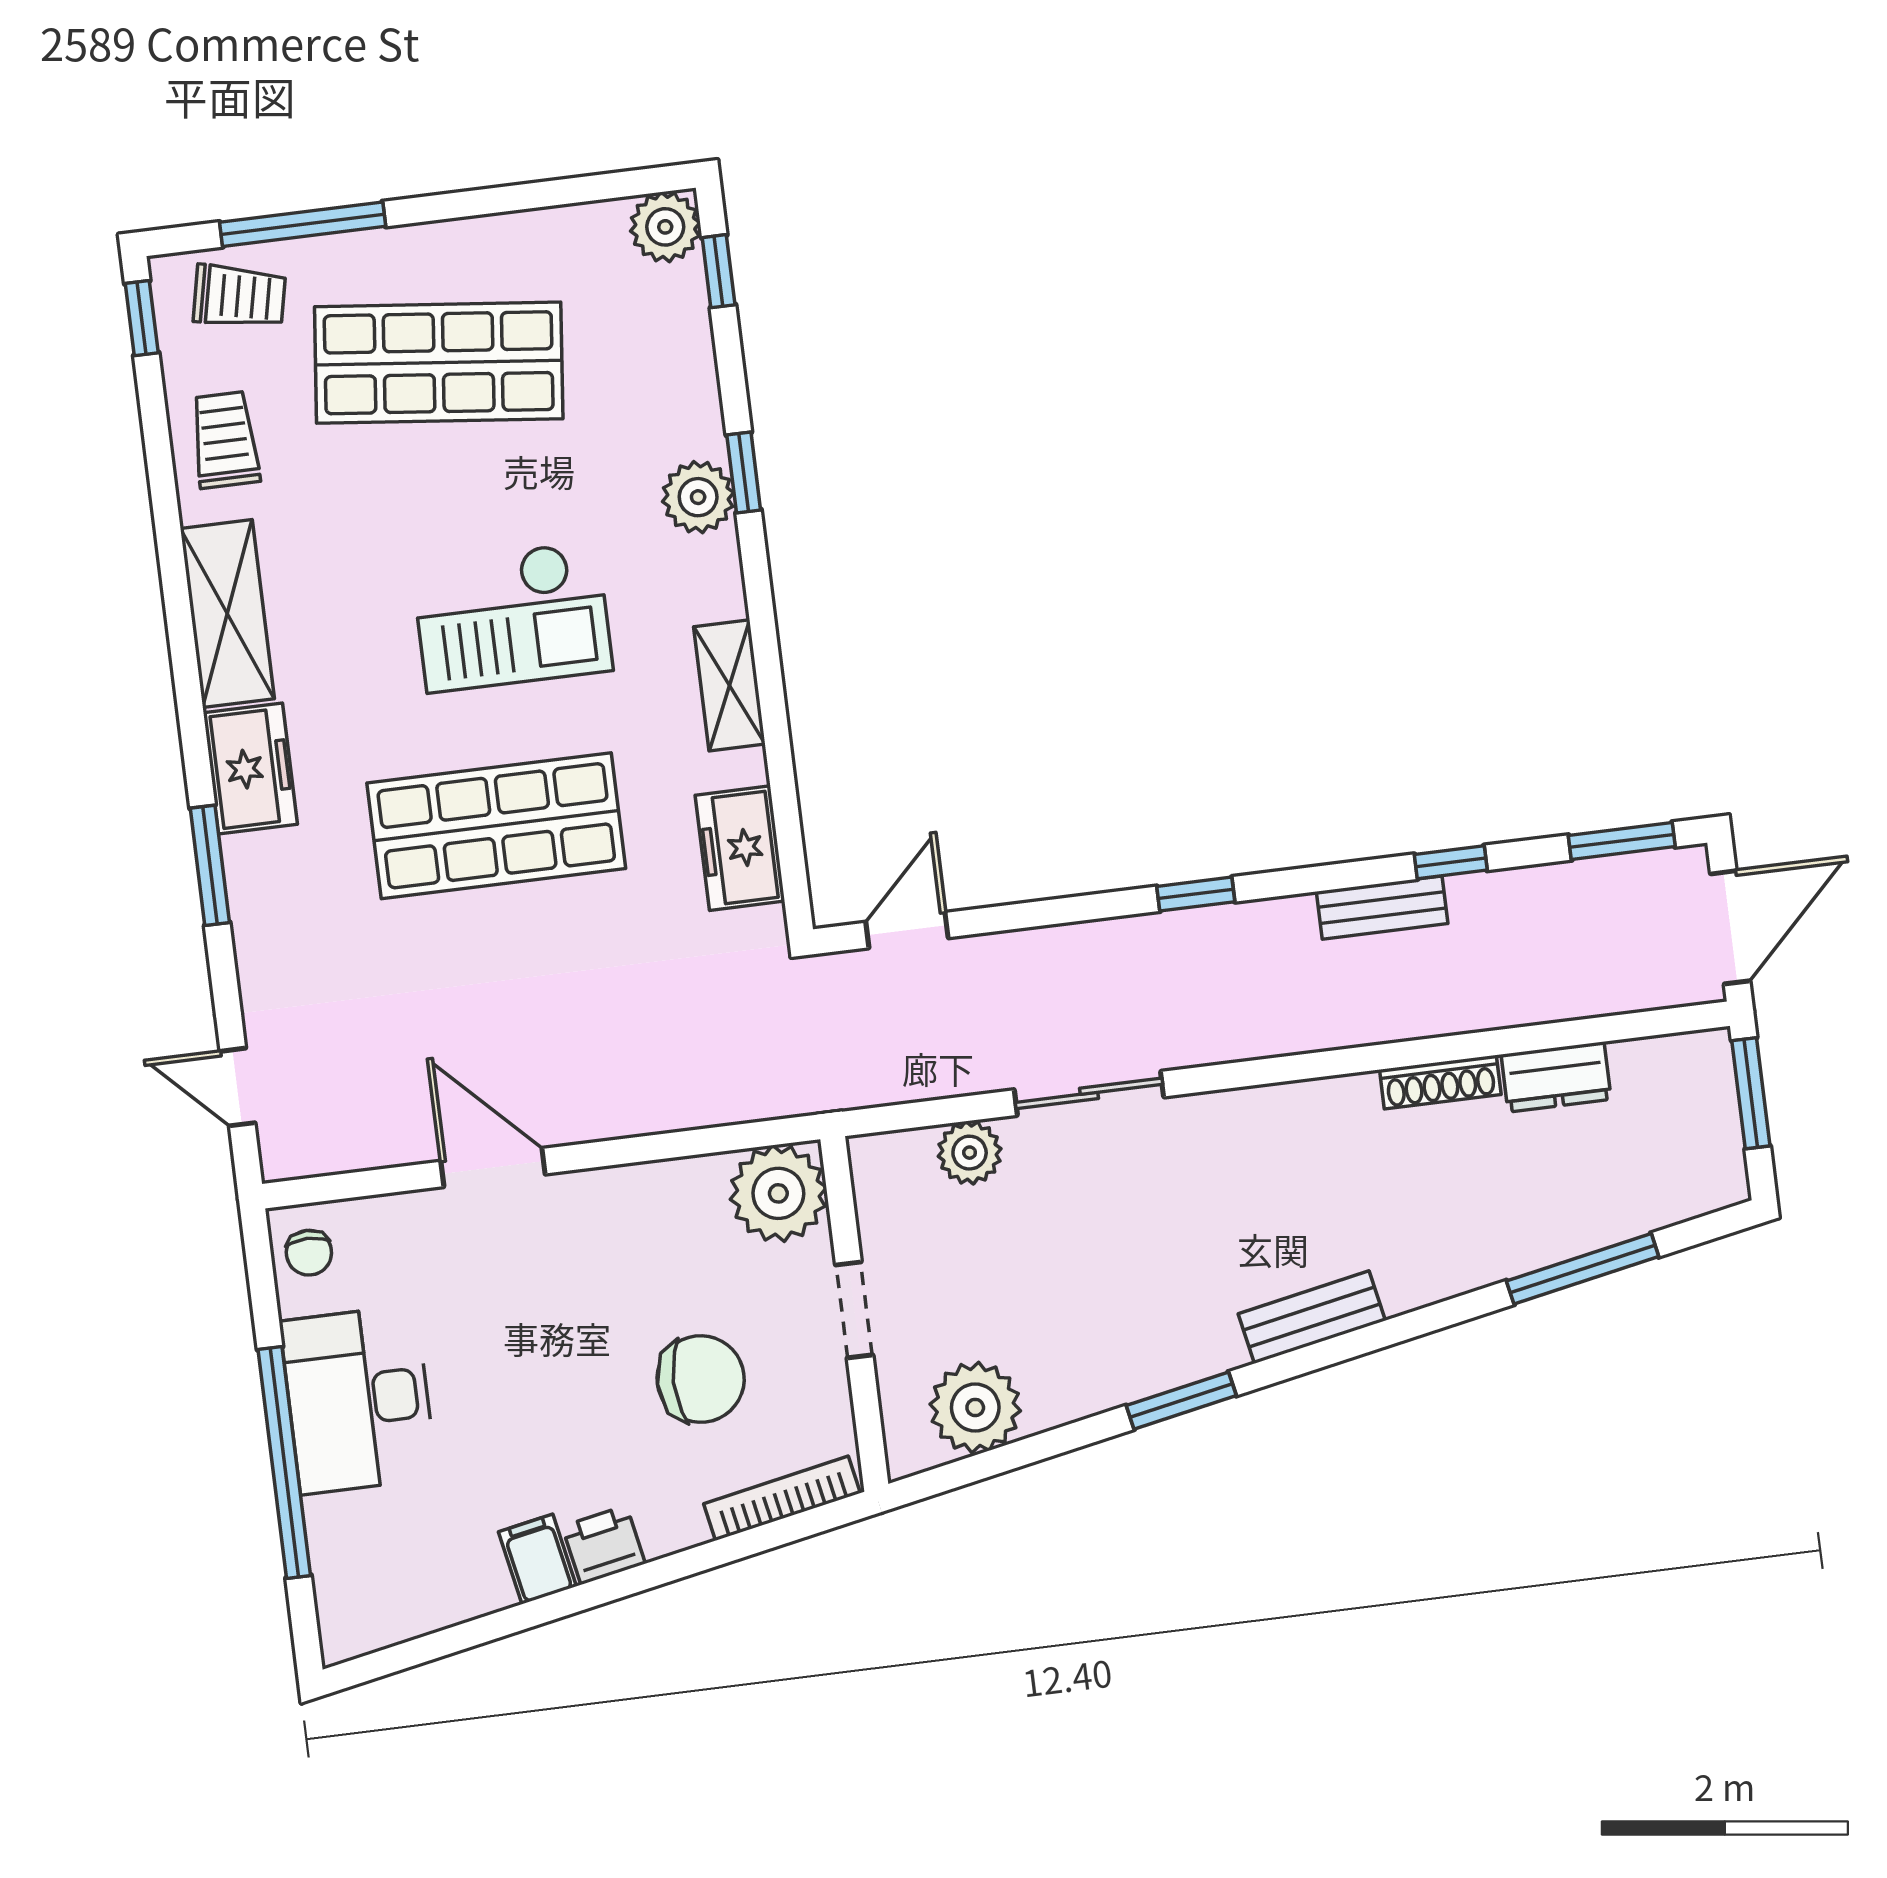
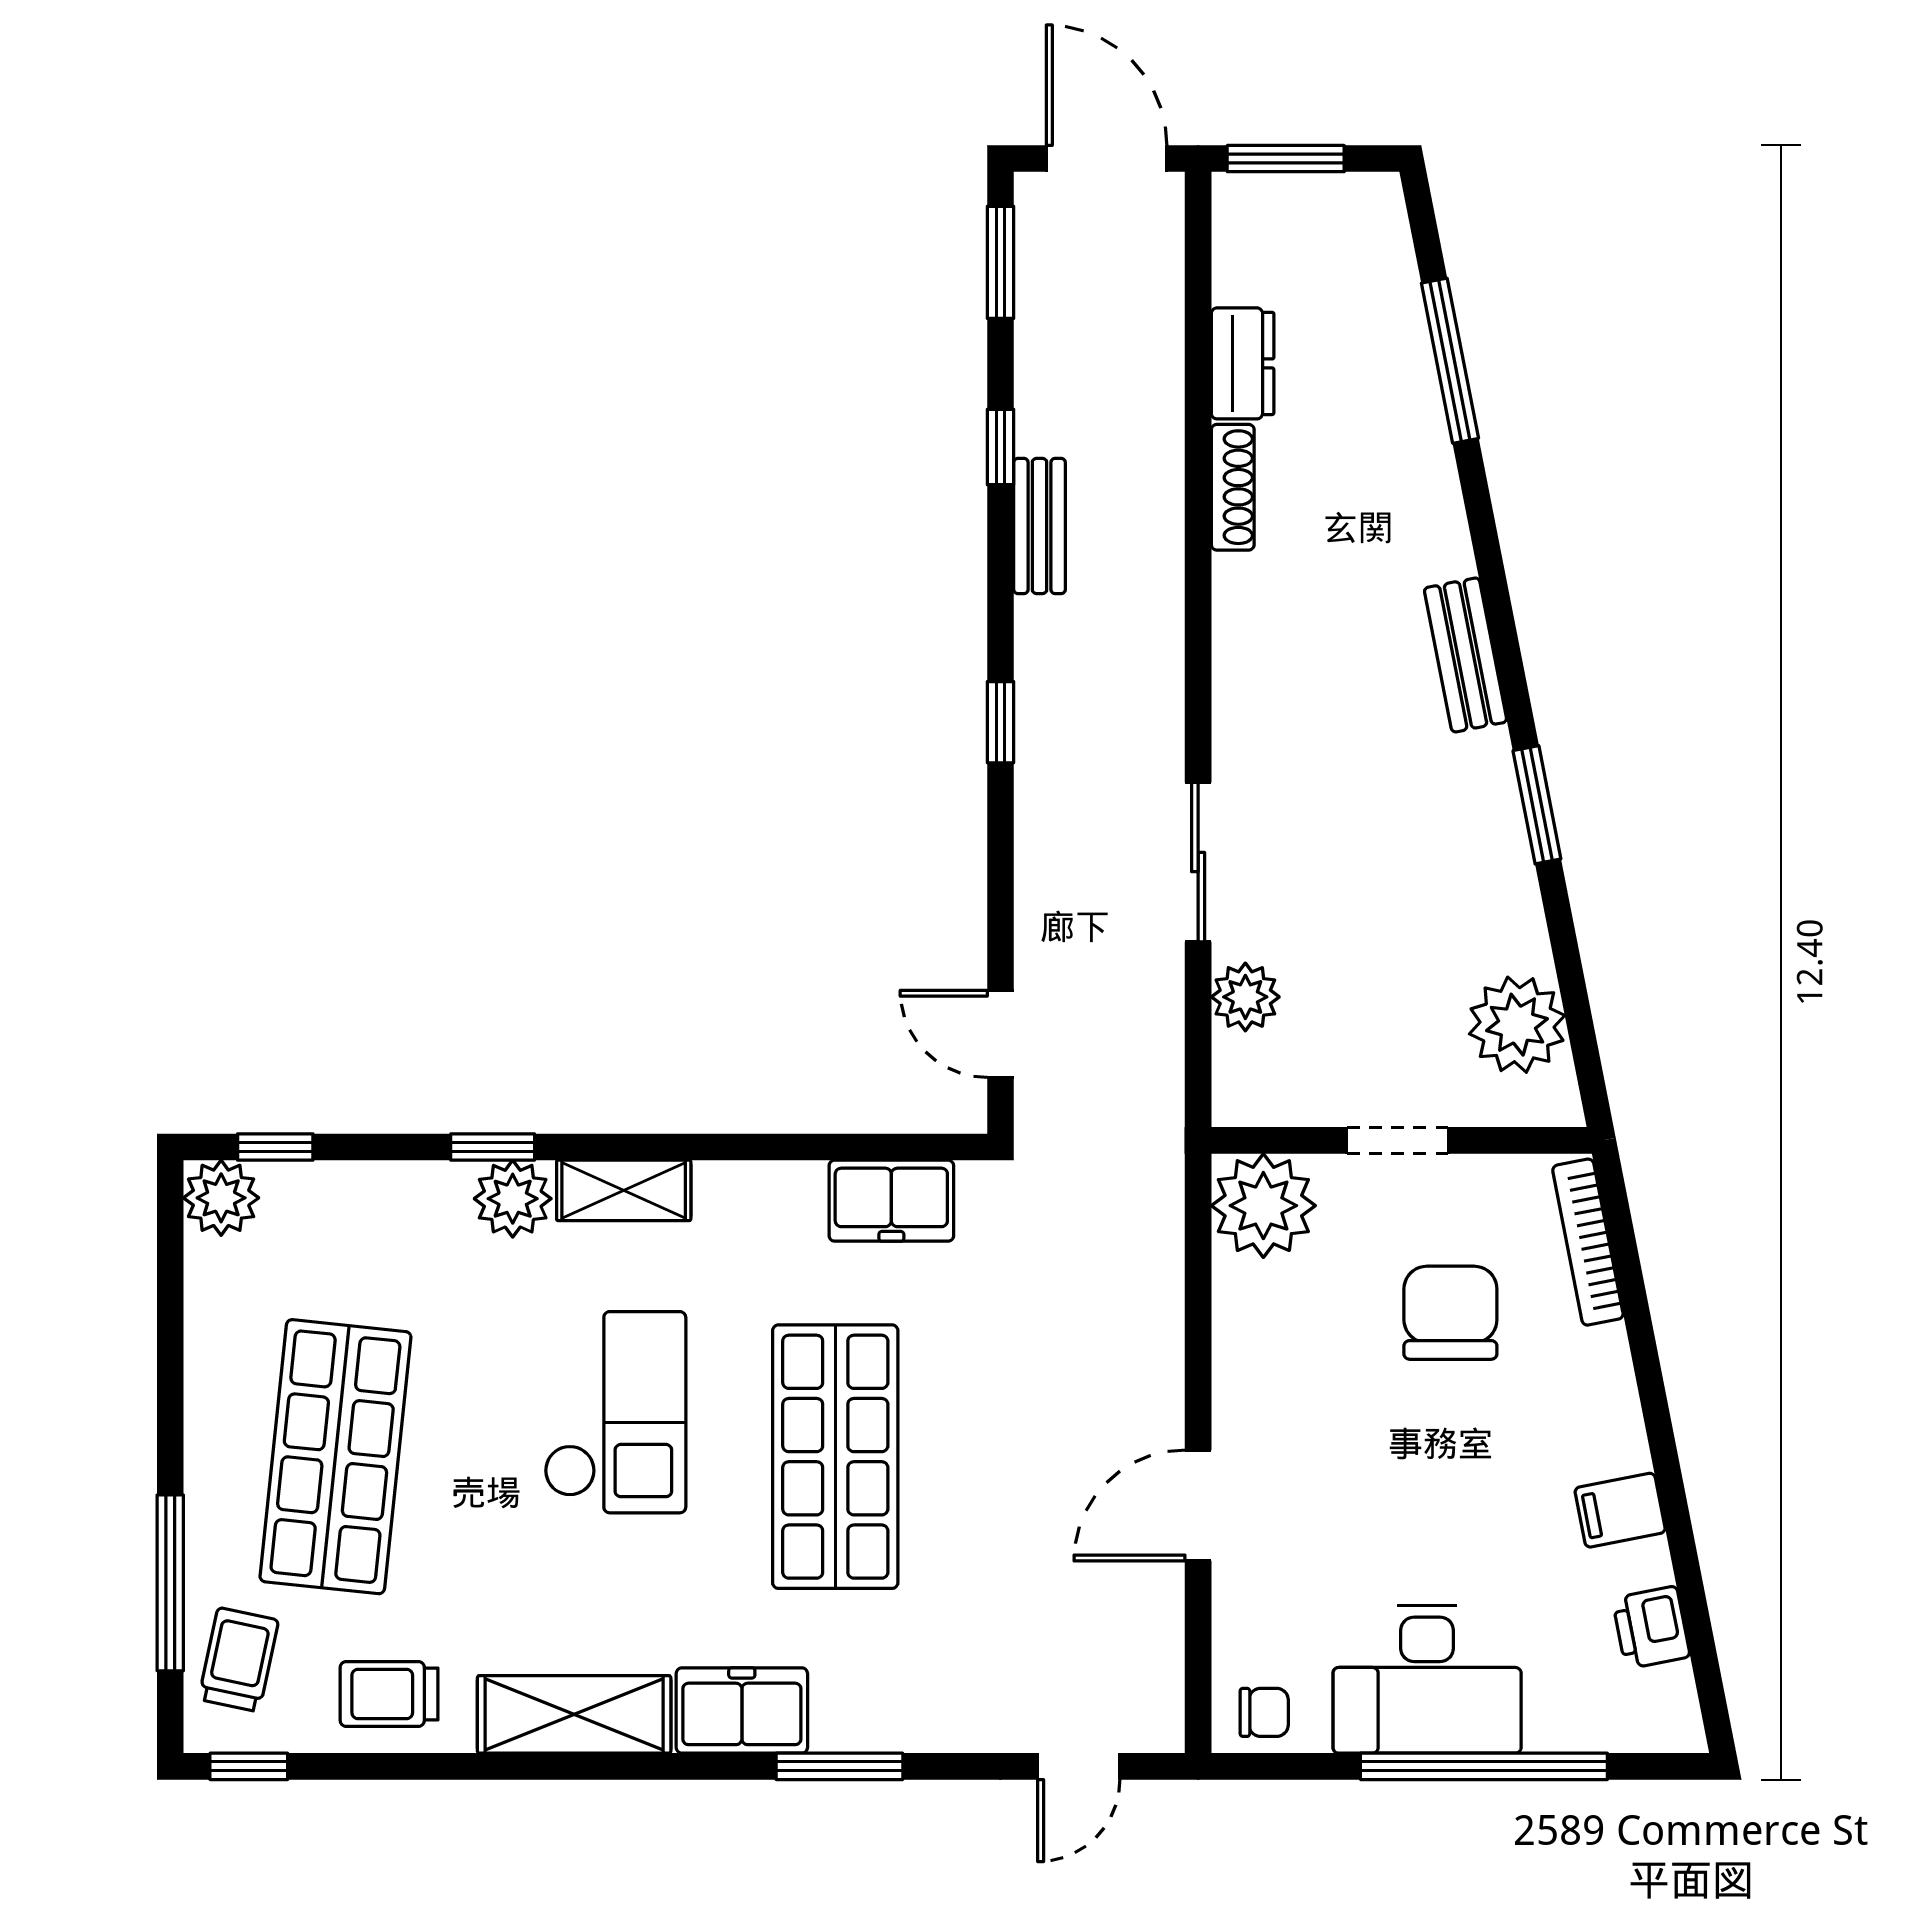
shelving: (729, 685) -> (624, 1190), moved
printer: (604, 1545) -> (1651, 1627), moved

